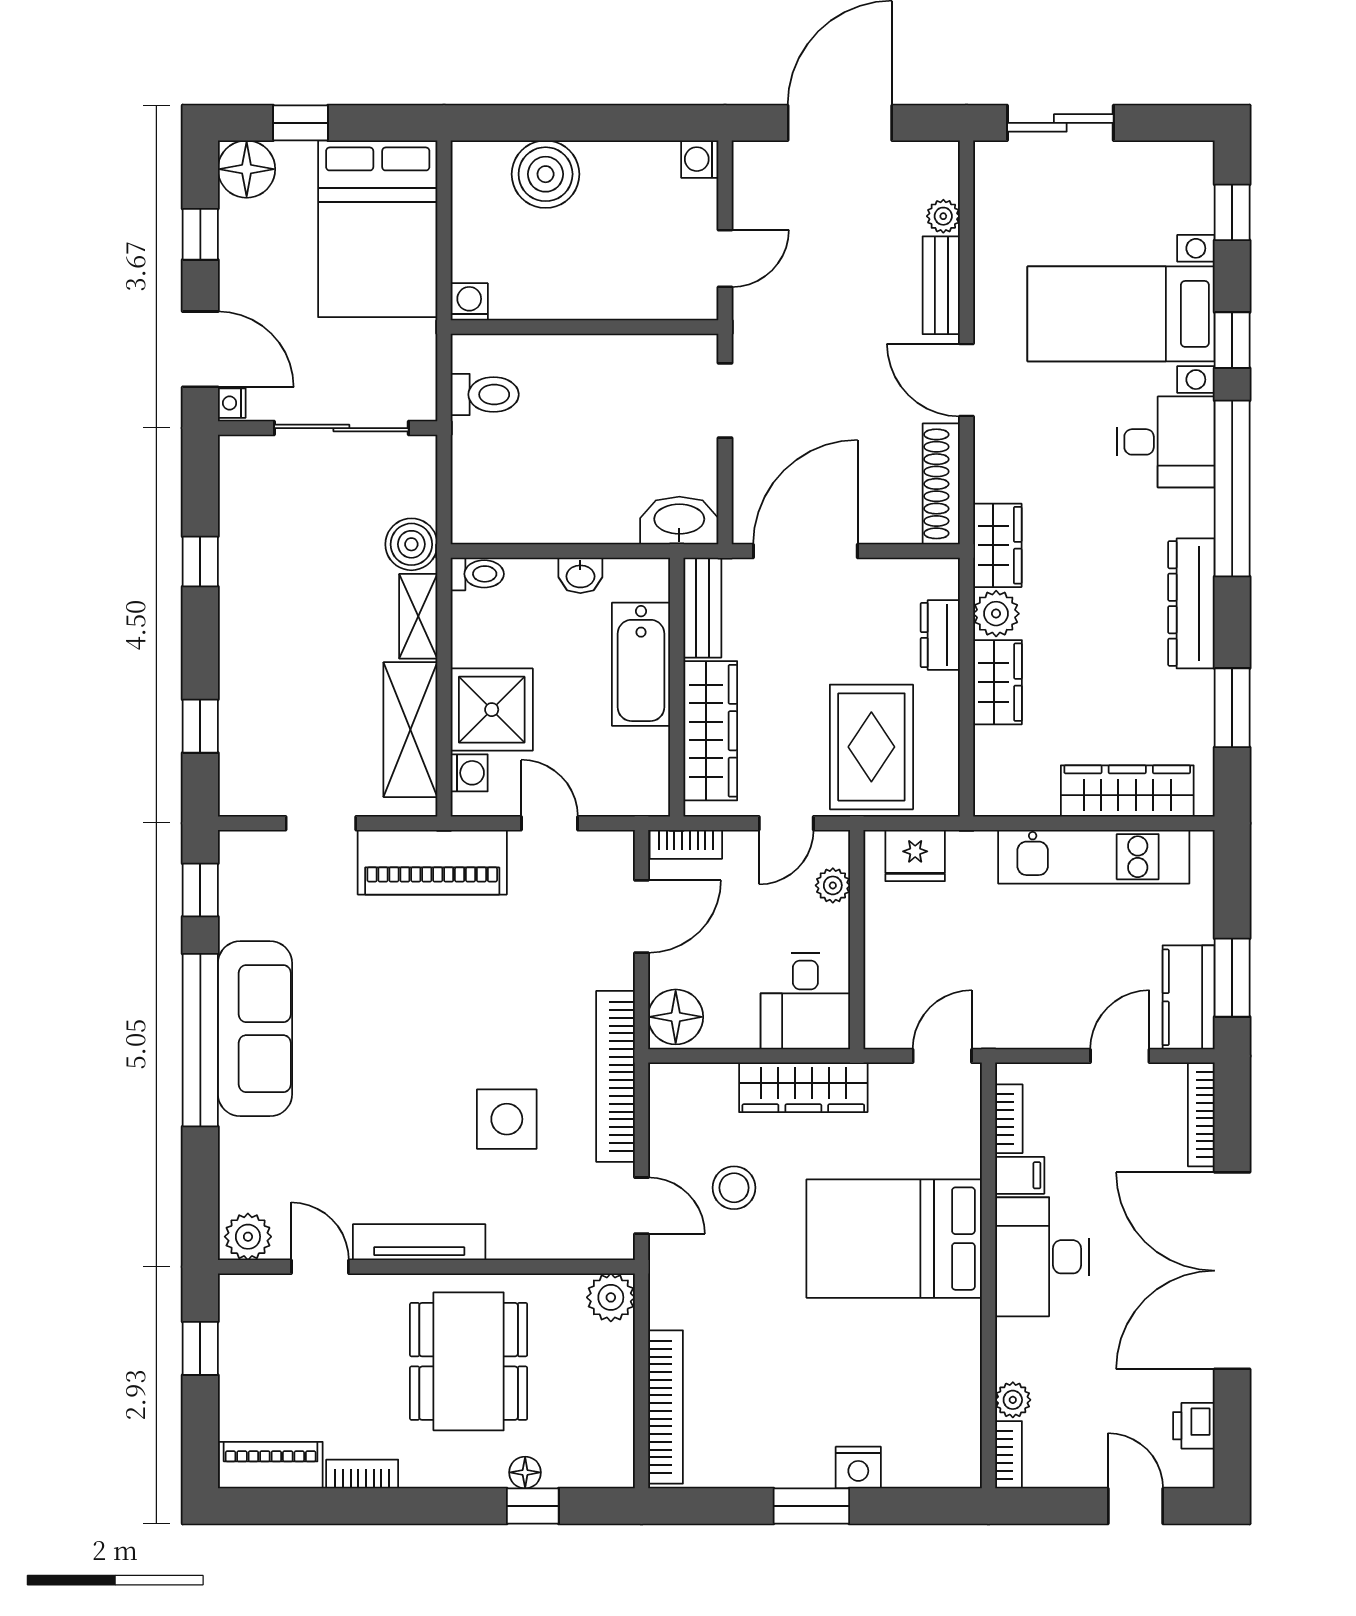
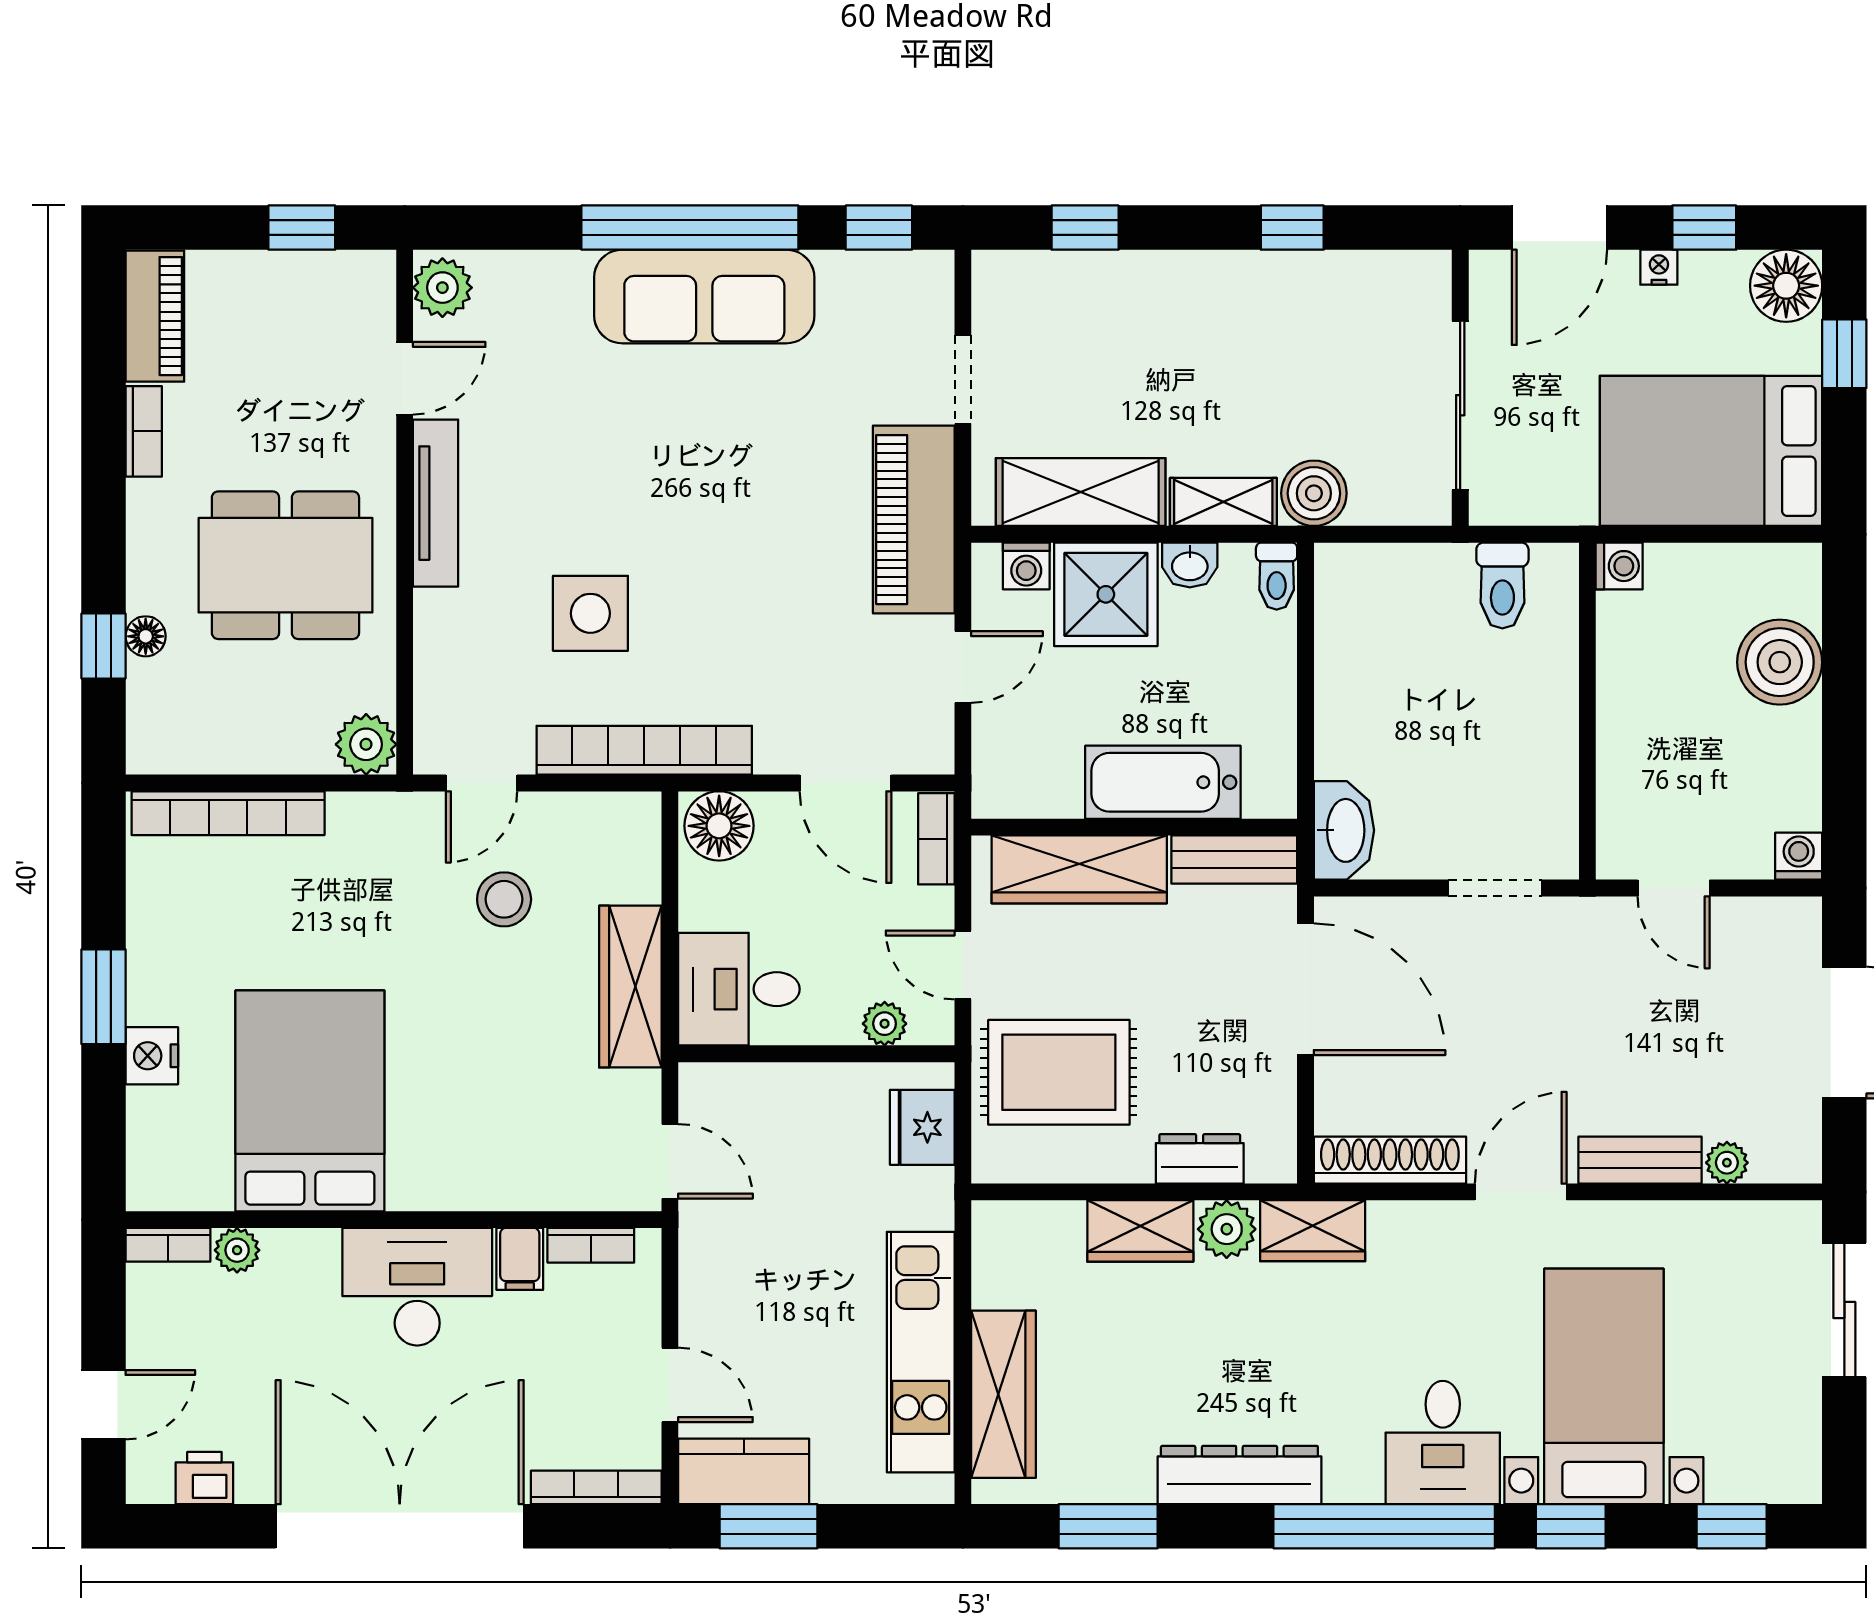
nightstand: (232, 403) -> (1659, 267), moved
washbasin: (580, 575) -> (1190, 565), moved, turned -90
bed: (894, 1239) -> (310, 1101), moved

